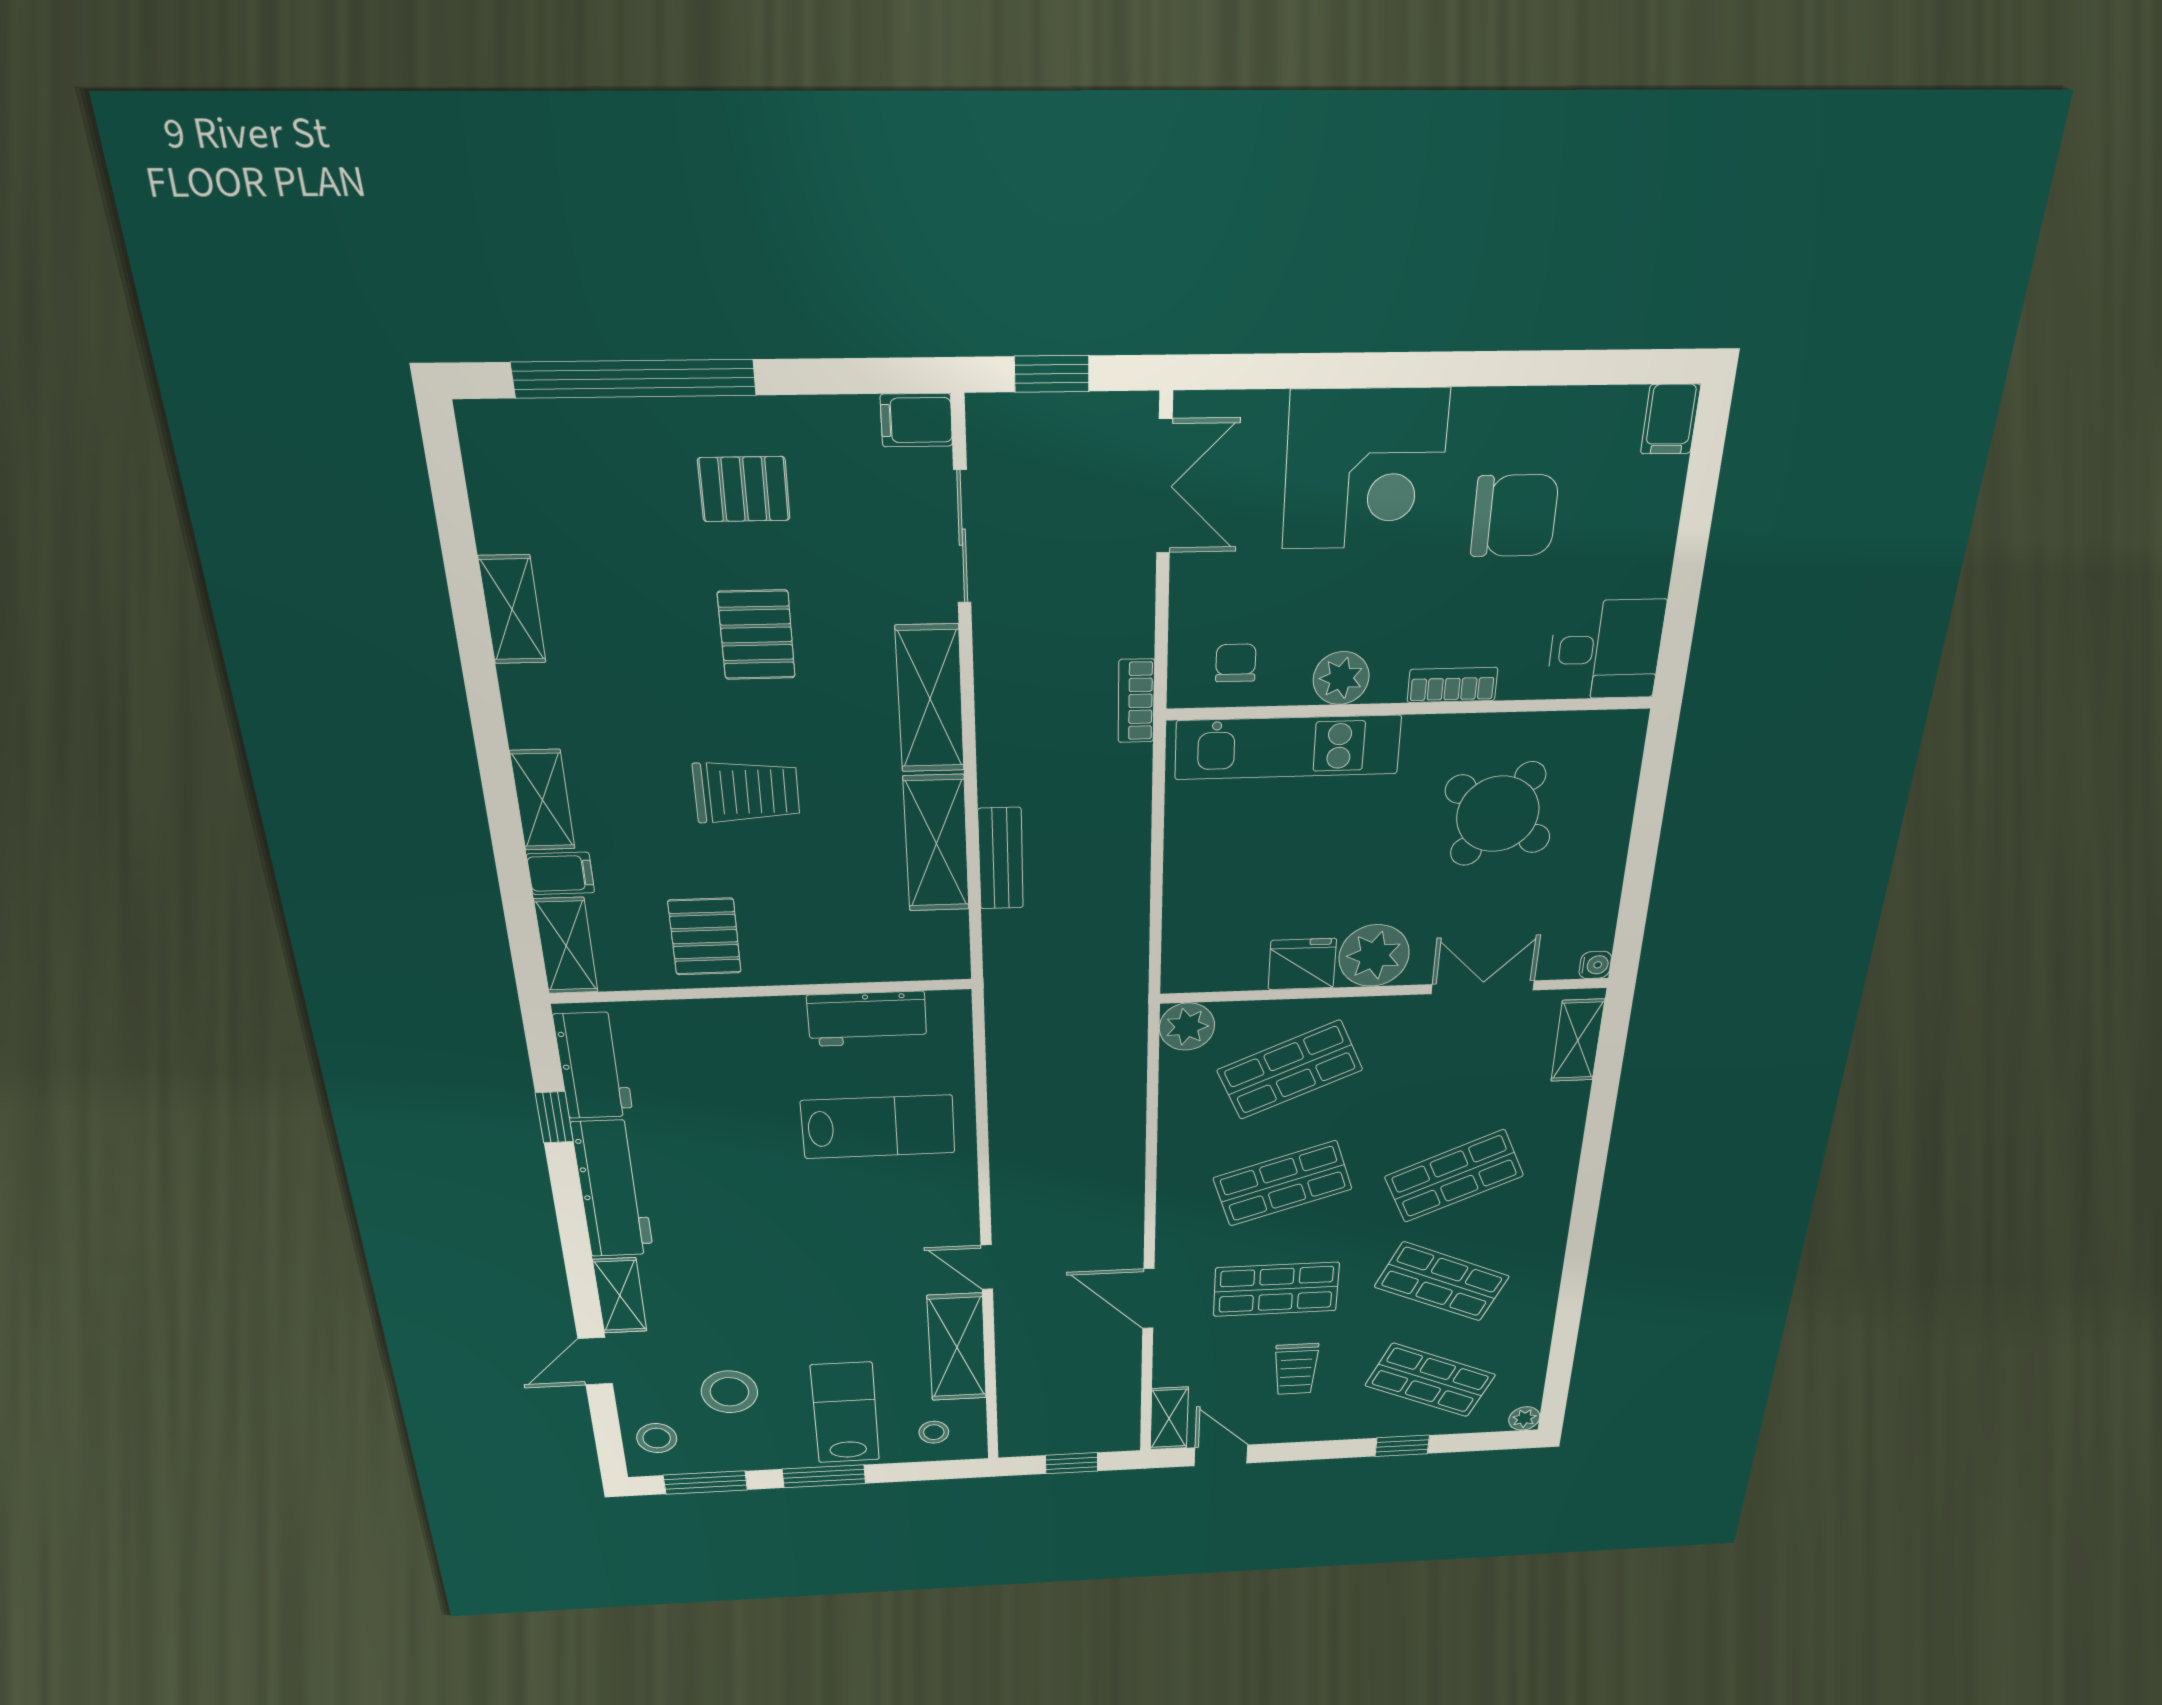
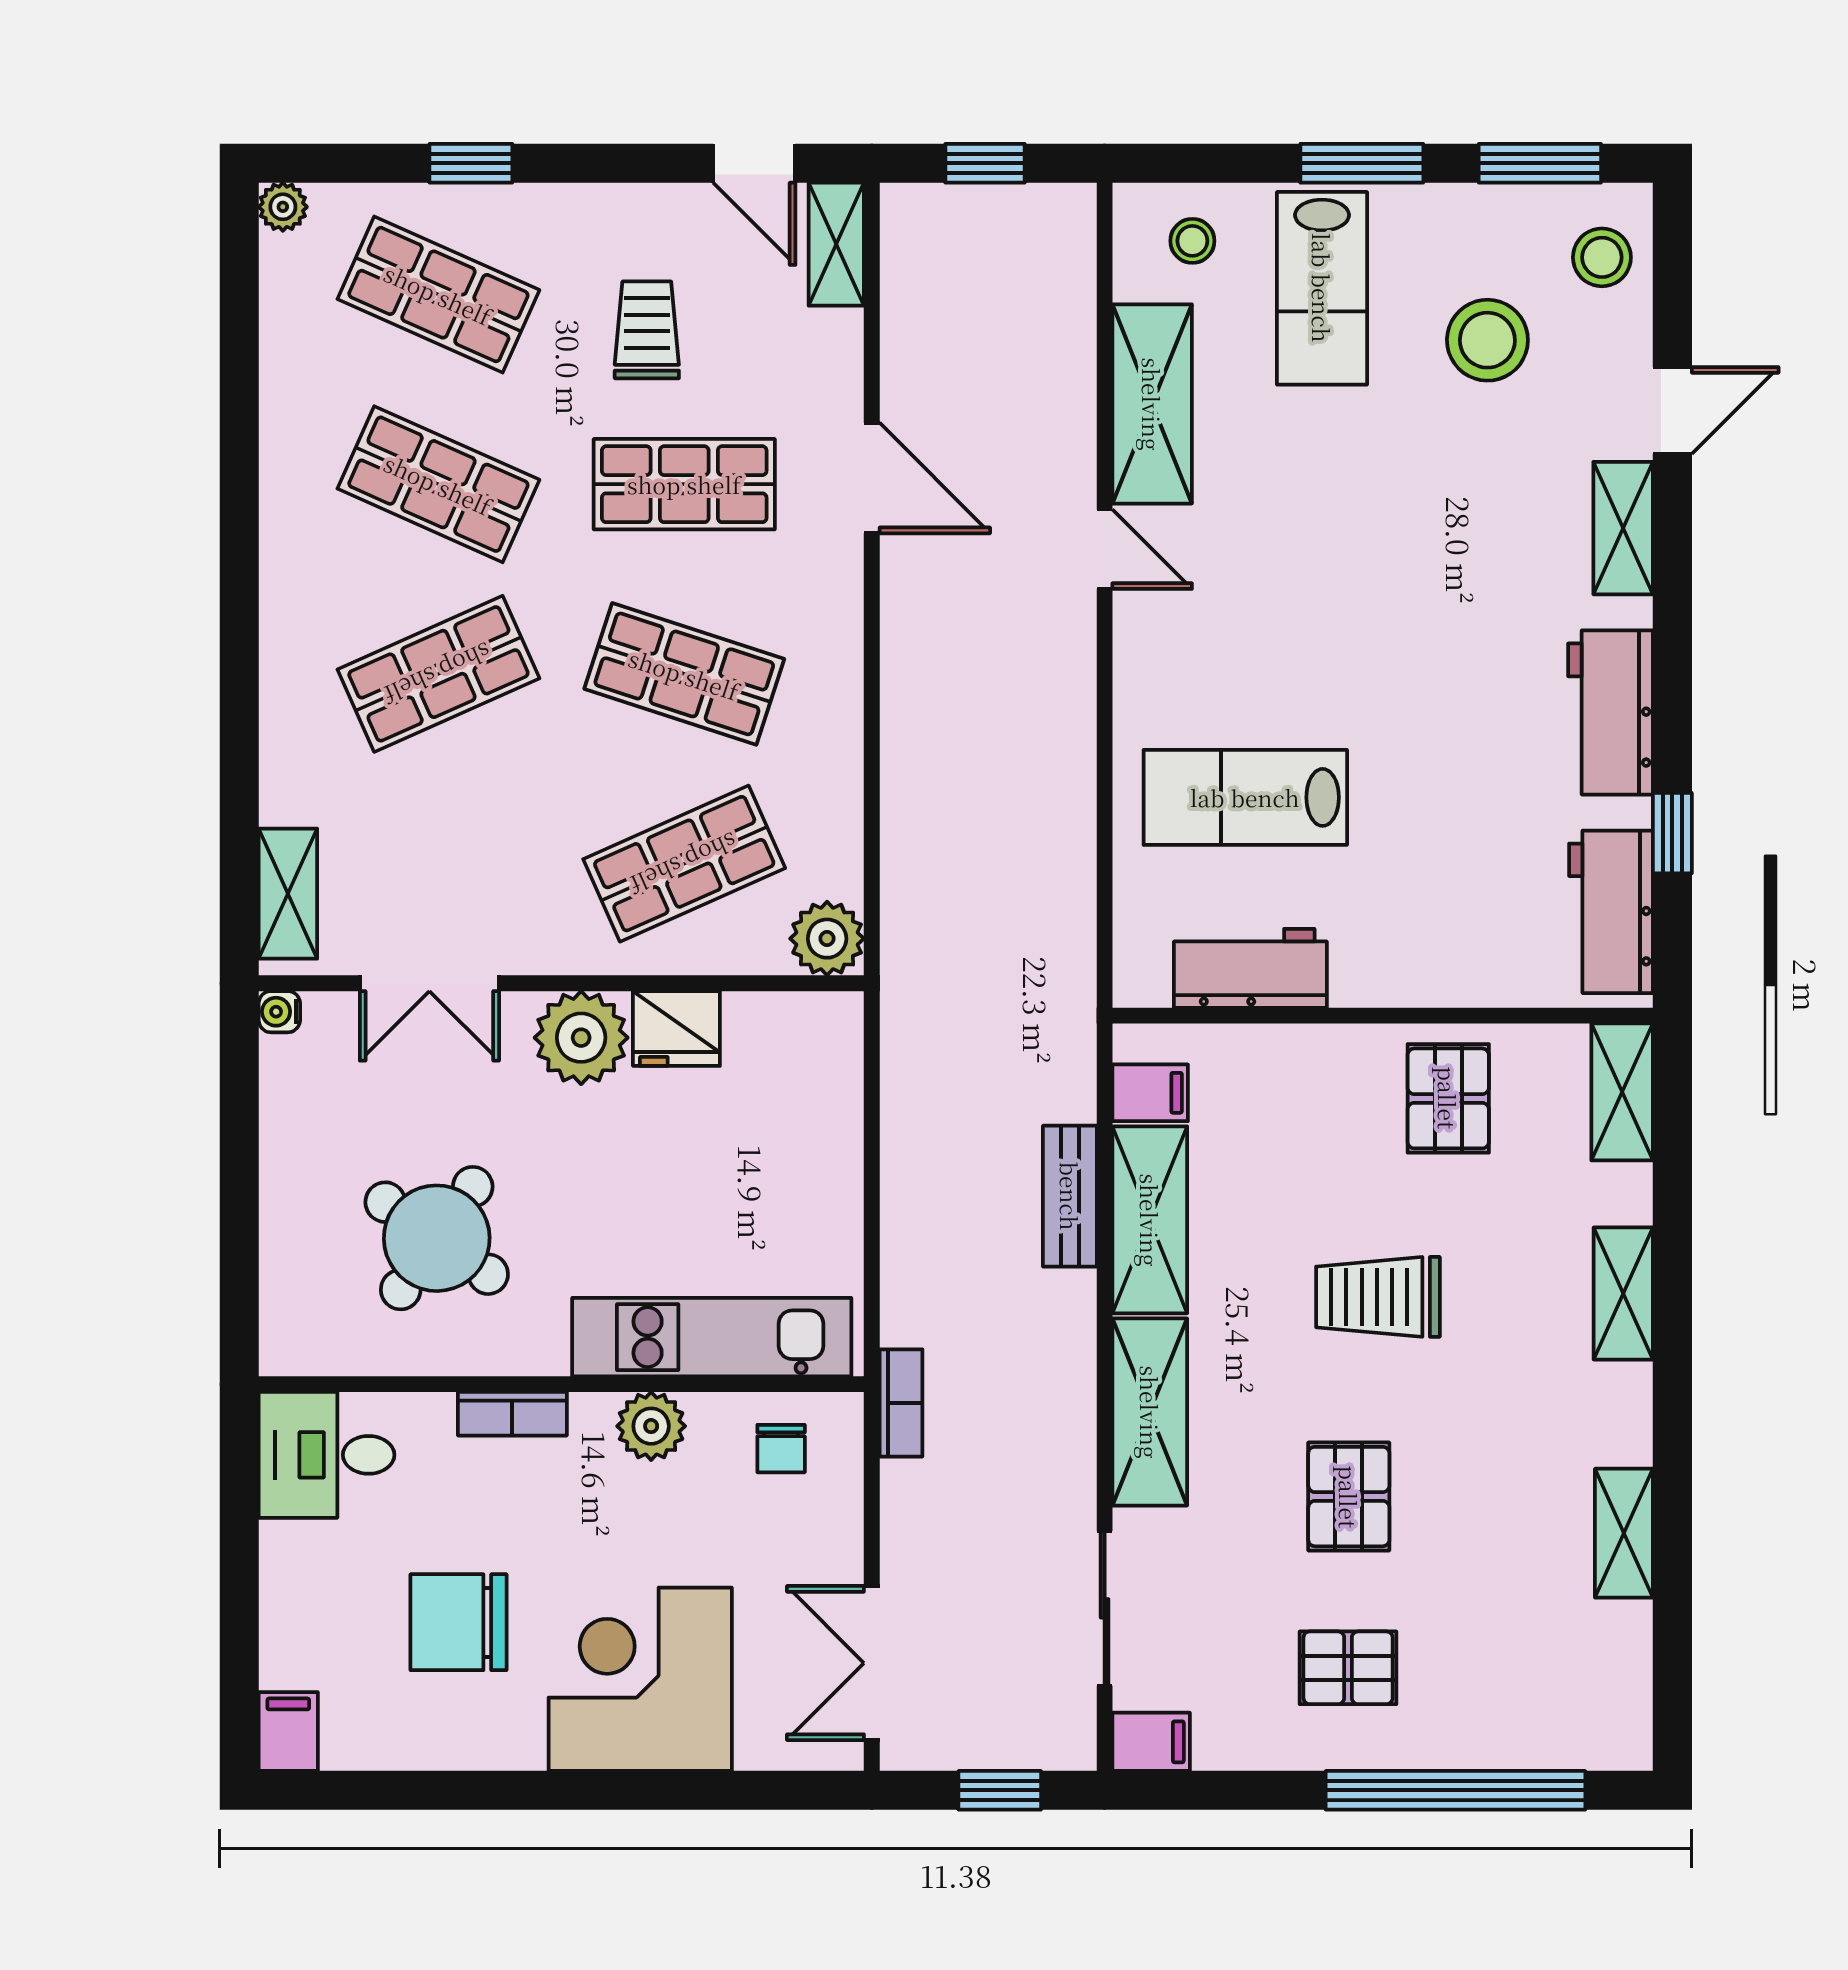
filing cabinet: (561, 873) -> (1150, 1093), moved, turned 180
shop shelf: (1283, 1183) -> (684, 674), turned 36
workbench: (613, 1189) -> (1611, 712), width x0.73

